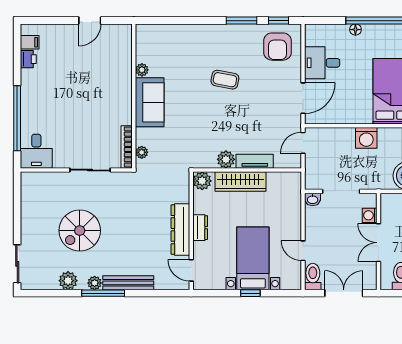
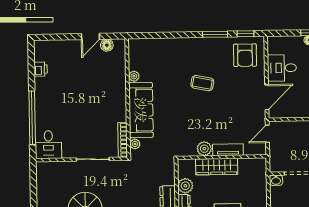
floor lamp: (110, 31) -> (107, 45), added
filing cabinet: (30, 42) -> (41, 55), removed
sofa: (150, 102) -> (141, 110), width x1.36
plant: (202, 181) -> (185, 186), moved

